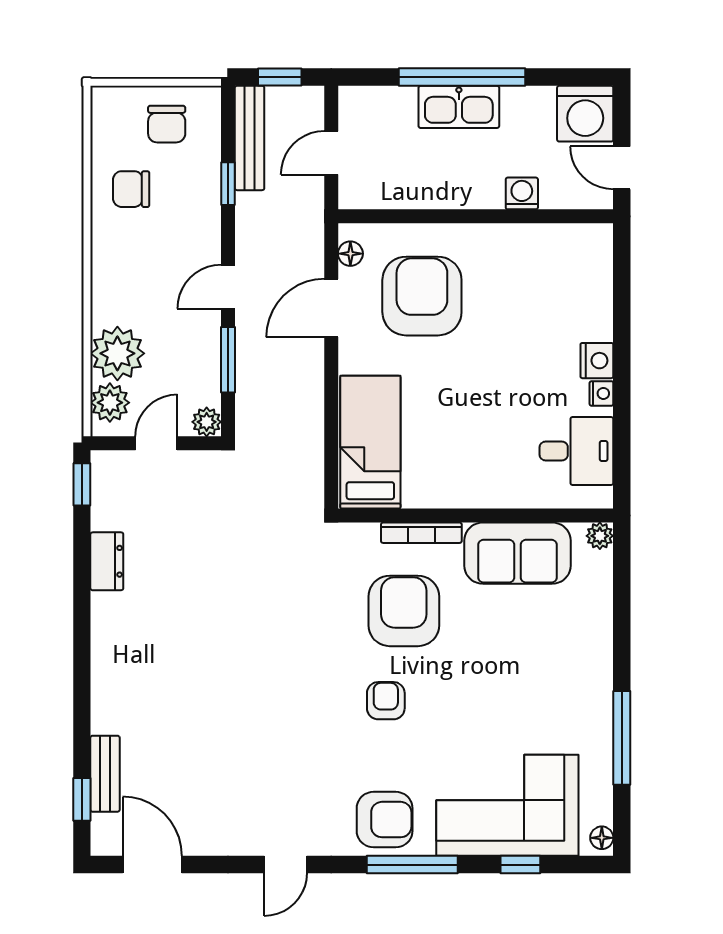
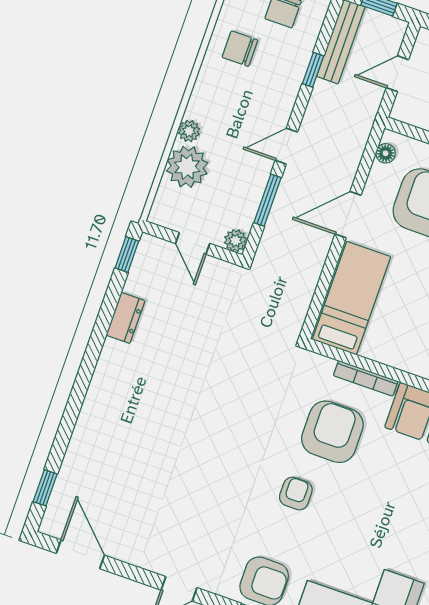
door: (331, 308) -> (348, 215), moved
plant: (110, 403) -> (189, 131), moved, width x0.73, depth x0.73
door: (156, 443) -> (193, 243), swing flipped
bench: (105, 774) -> (69, 475), removed

